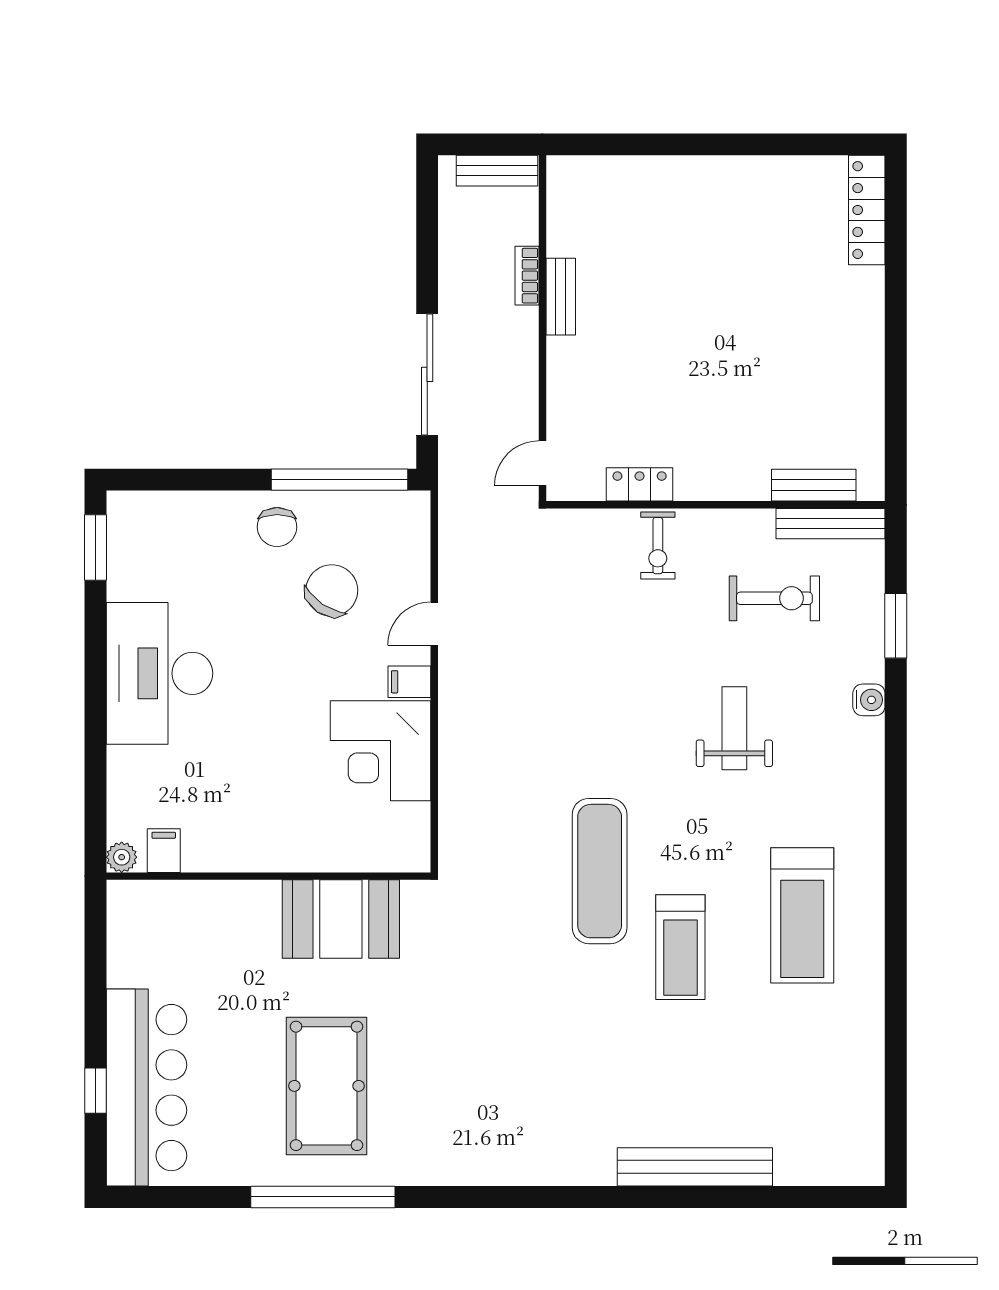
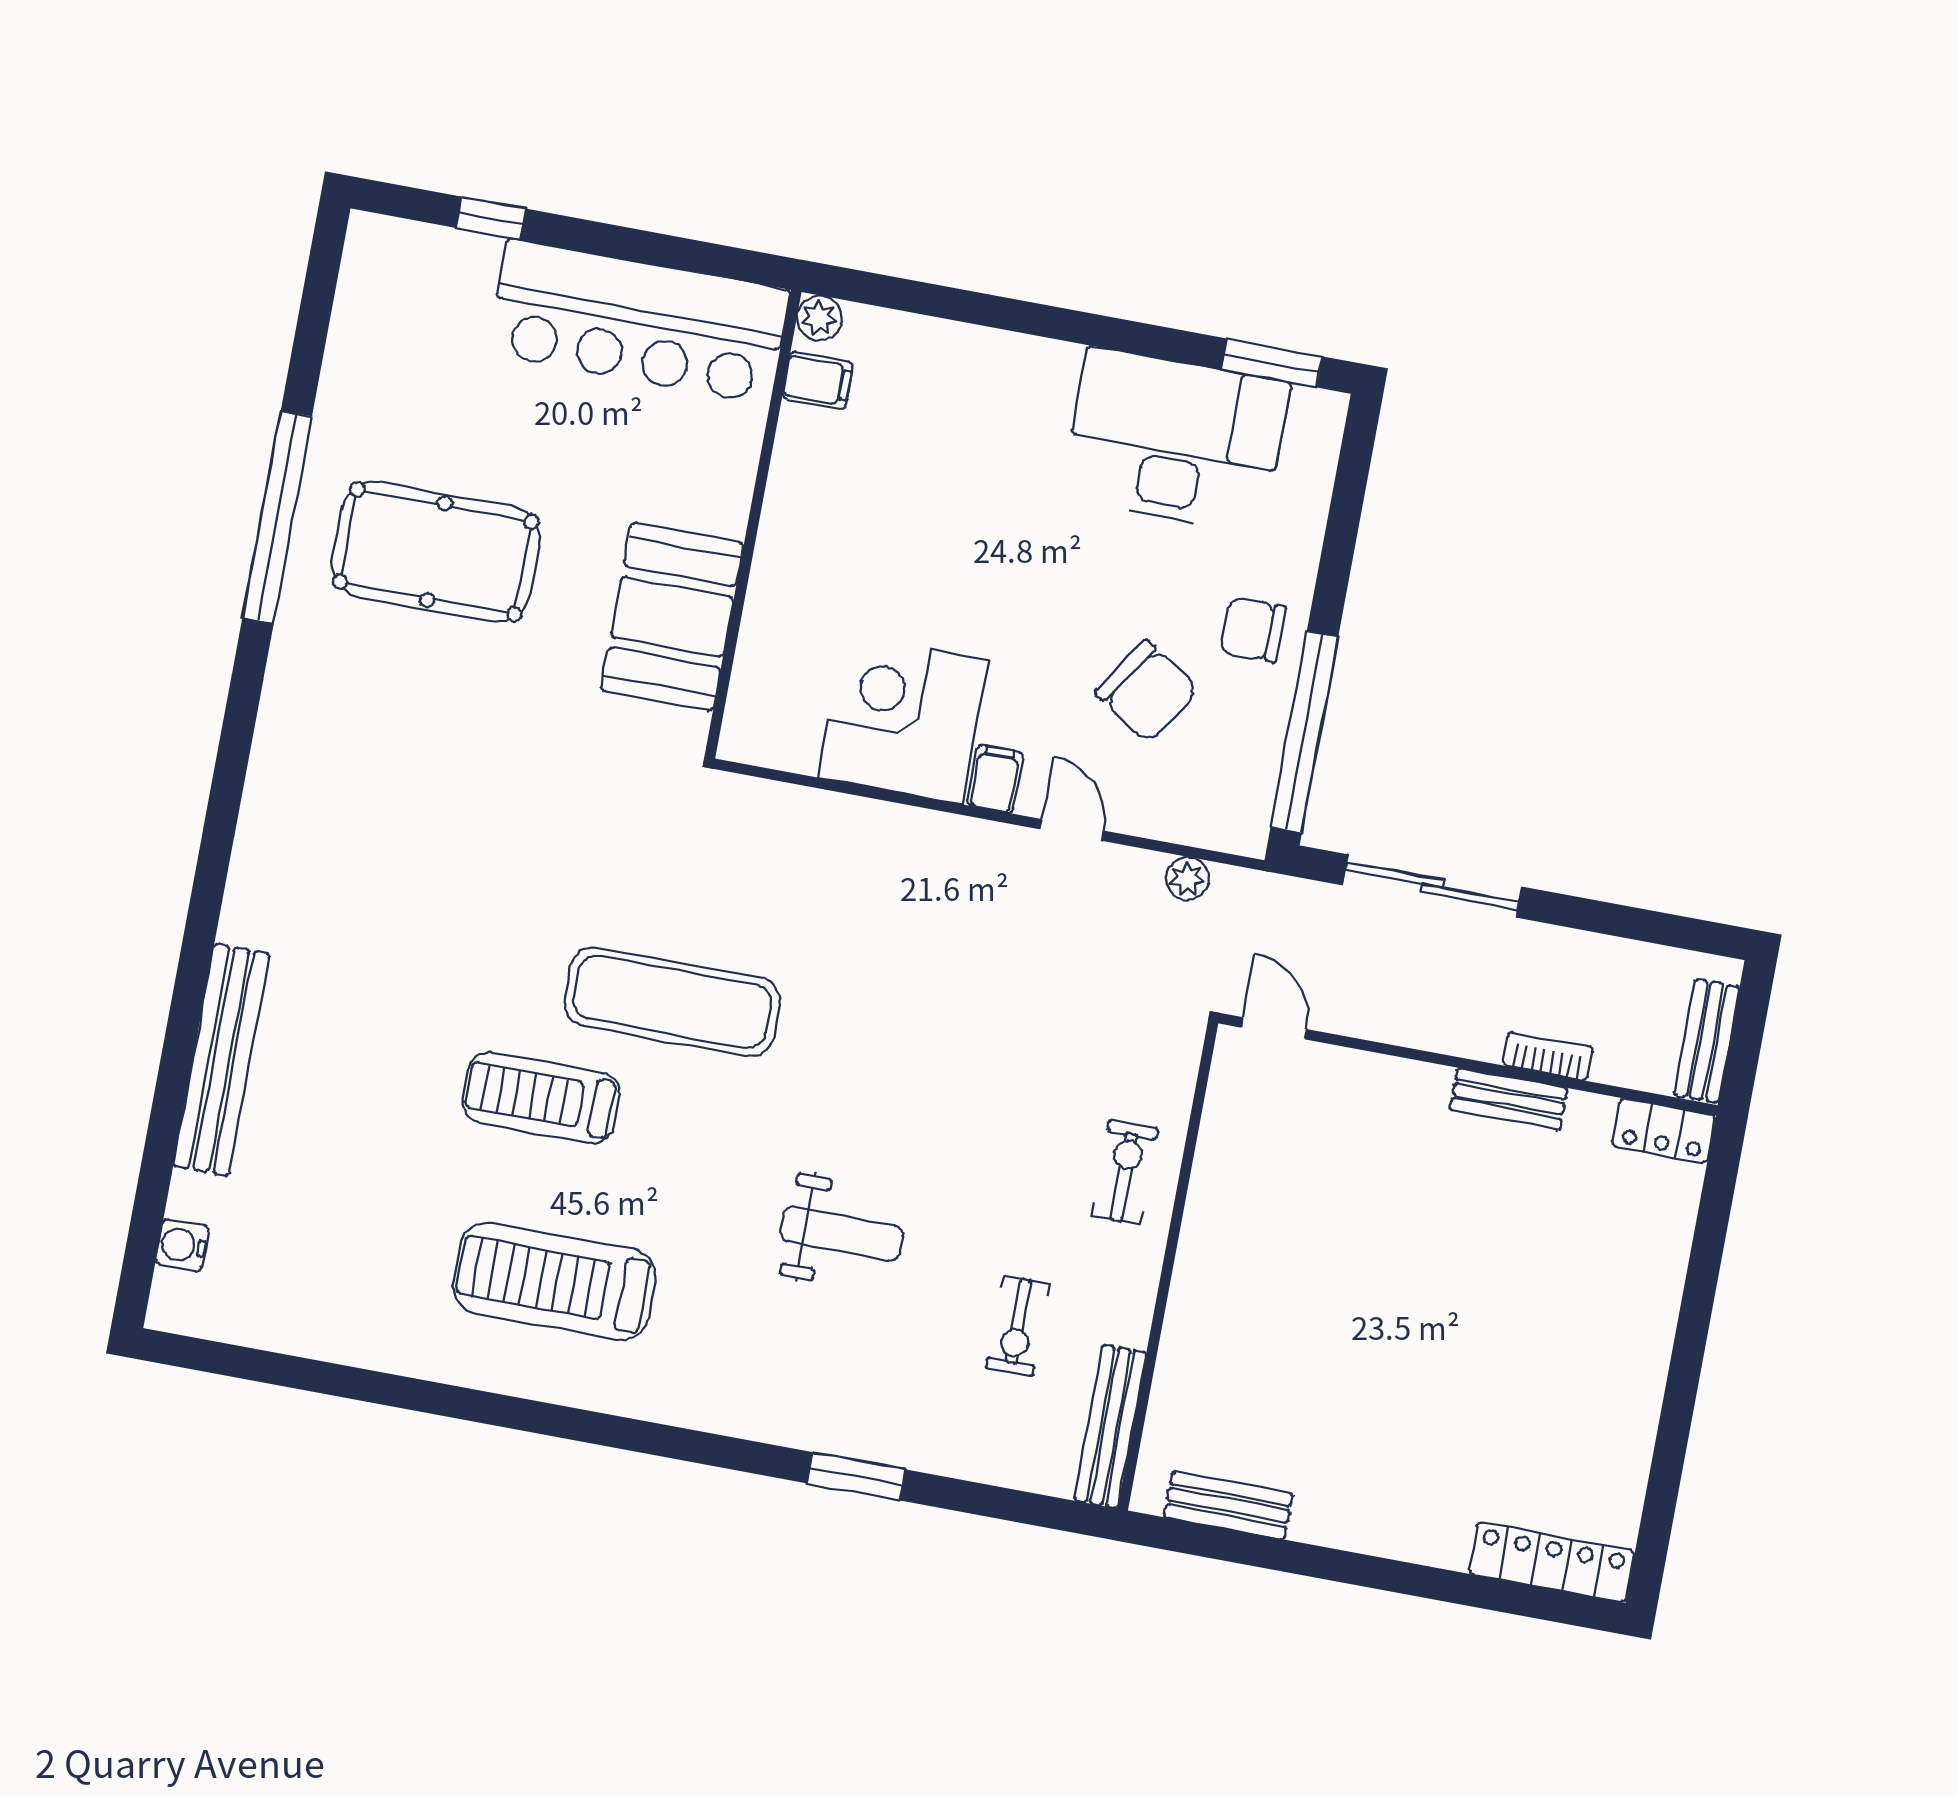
locker: (640, 484) -> (1664, 1131), moved, turned 90
bench: (814, 485) -> (1228, 1505), moved, turned 90
plant: (453, 540) -> (1187, 879), added
exercise bike: (658, 546) -> (1125, 1172), turned 90
exercise bike: (774, 598) -> (1018, 1326), width x0.73, depth x0.72
window: (896, 626) -> (856, 1476), moved
desk: (159, 673) -> (1175, 440), moved
water cooler: (869, 700) -> (182, 1245), moved, turned 90
bar counter: (146, 1088) -> (639, 322), moved

